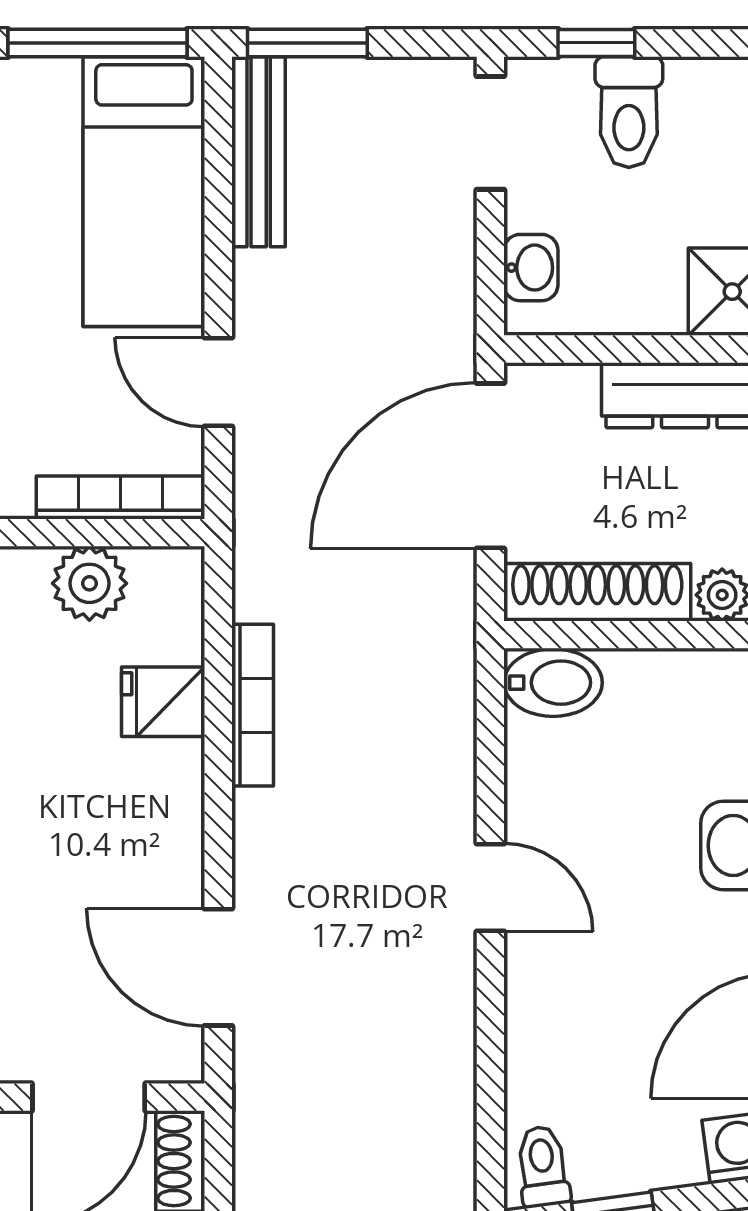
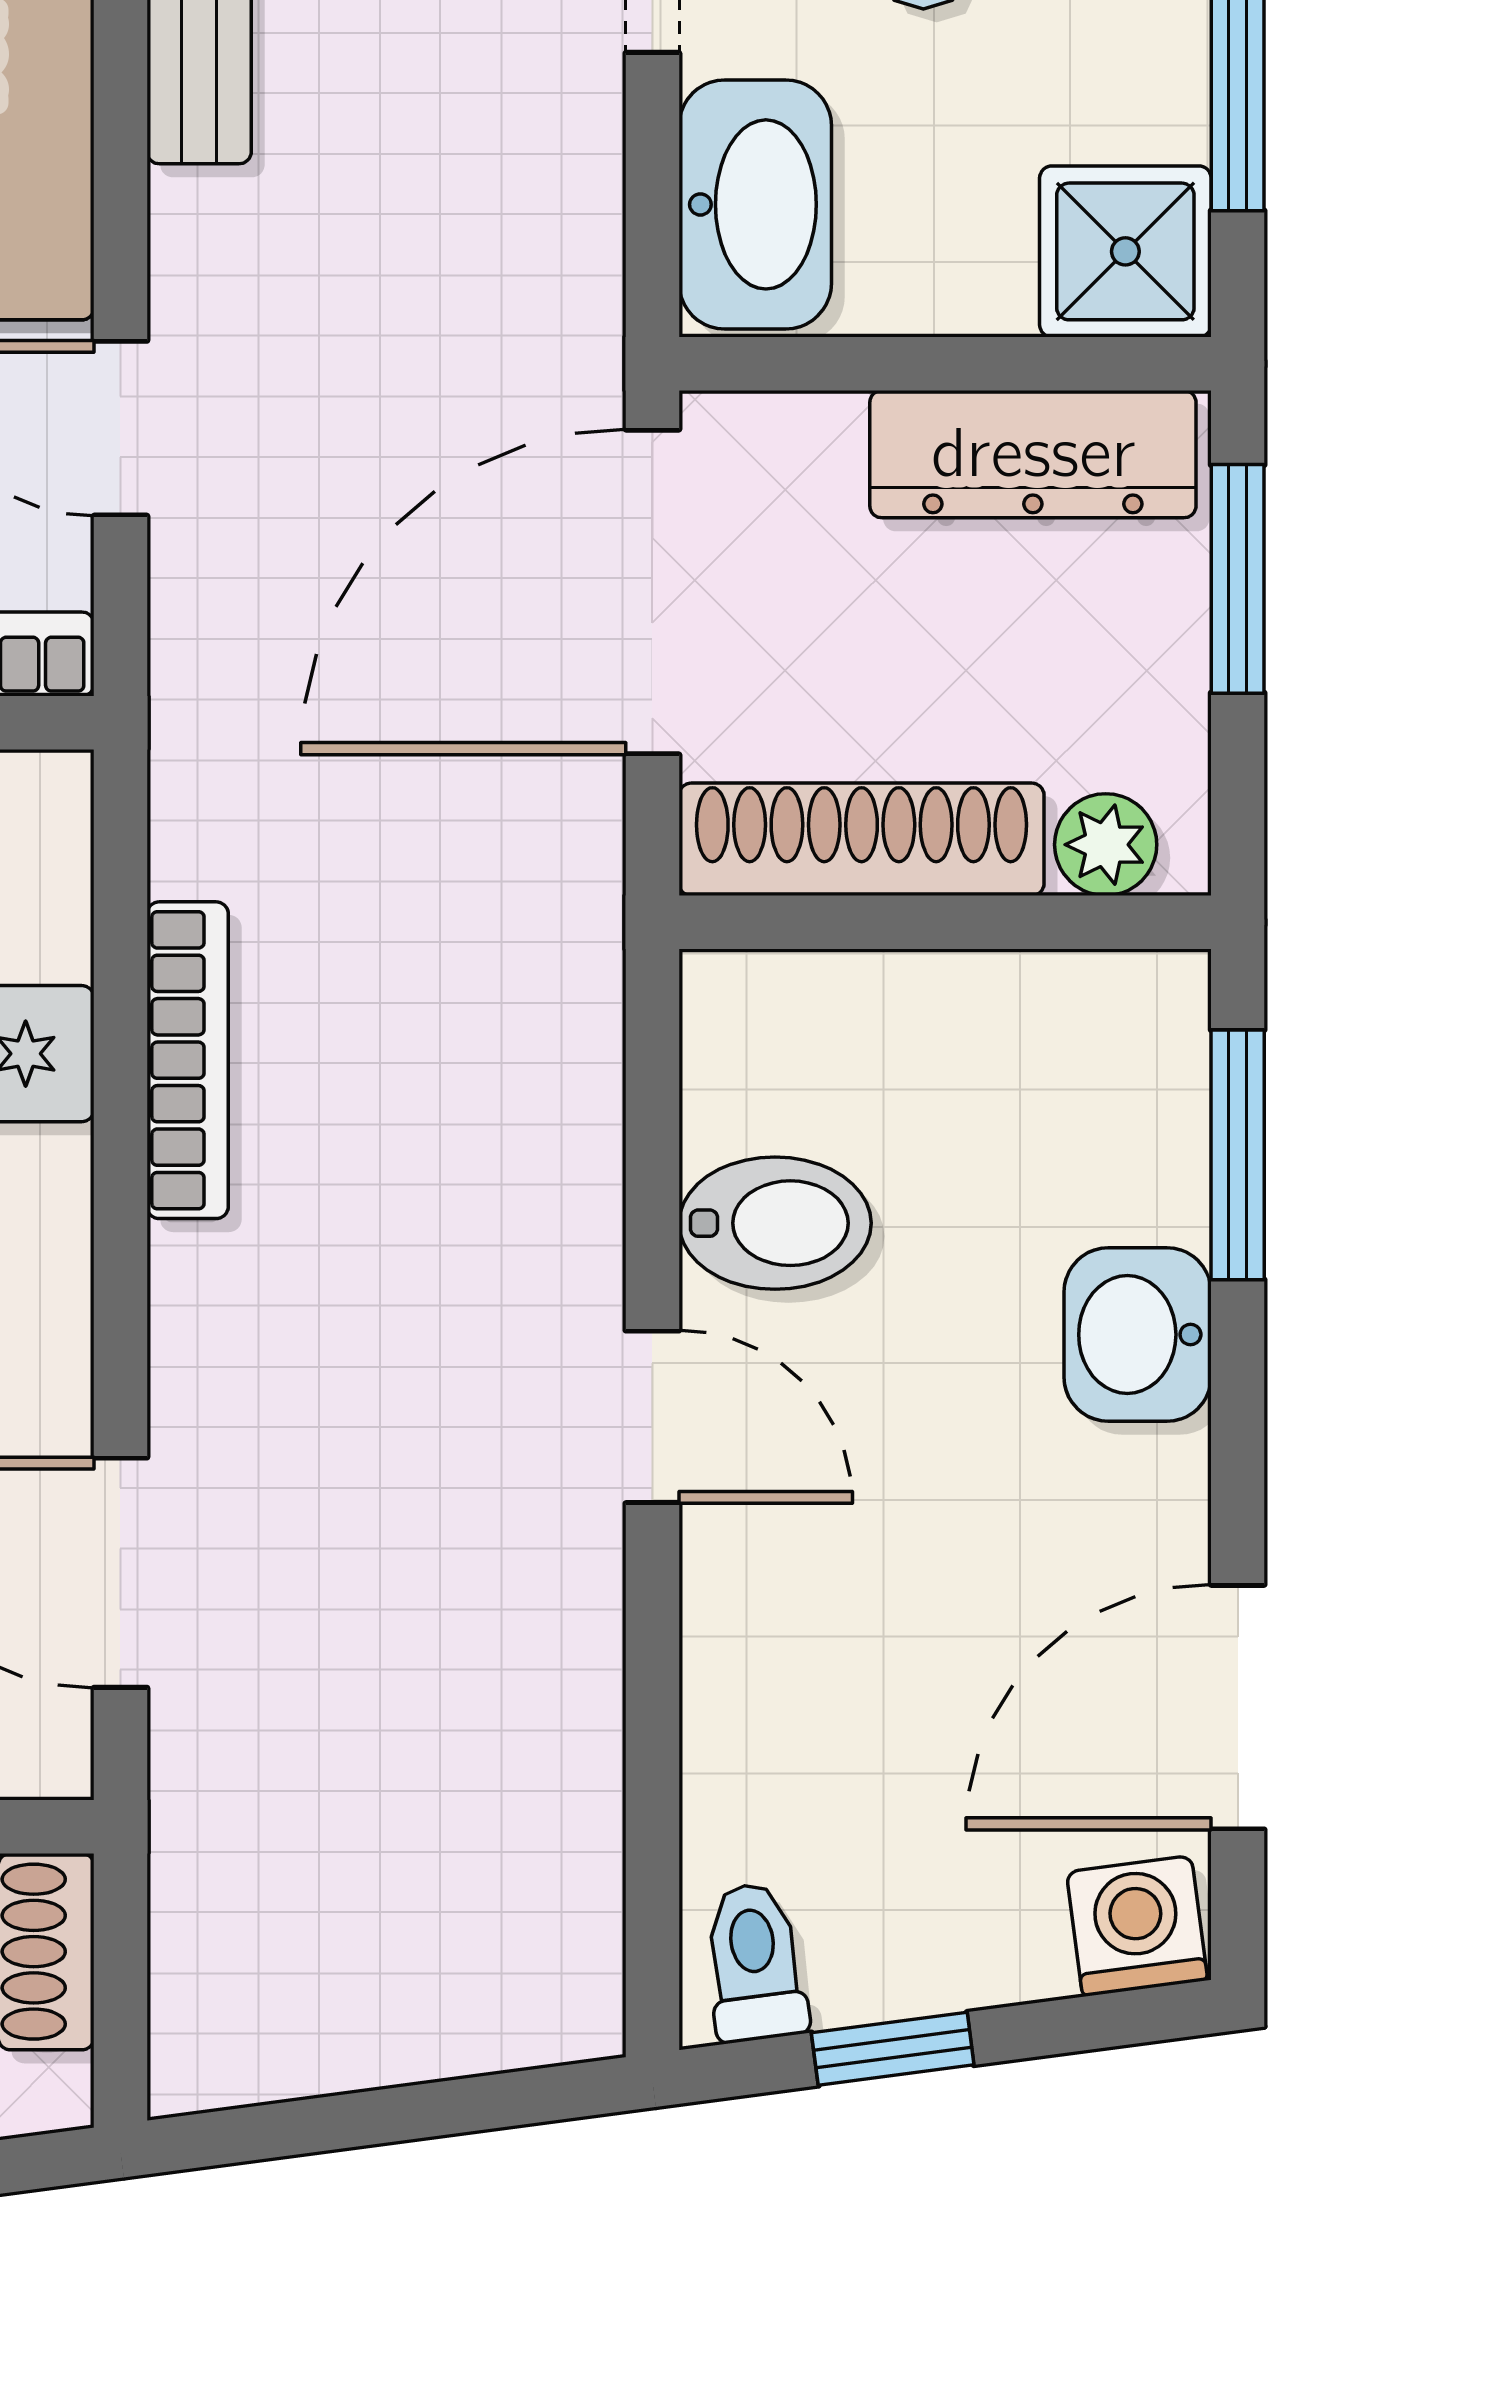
washbasin: (531, 268) -> (755, 204), width x1.91, depth x1.45
bidet: (553, 683) -> (775, 1223), moved

